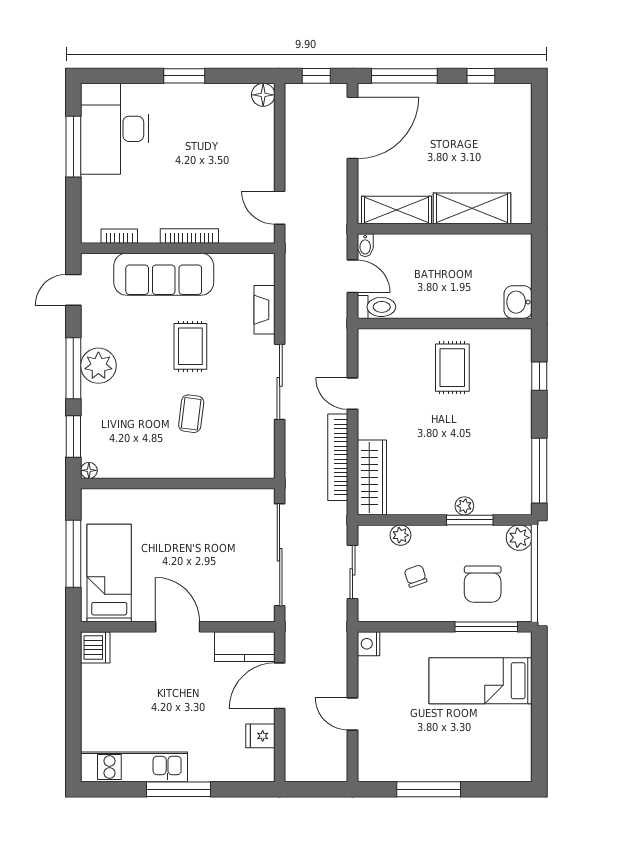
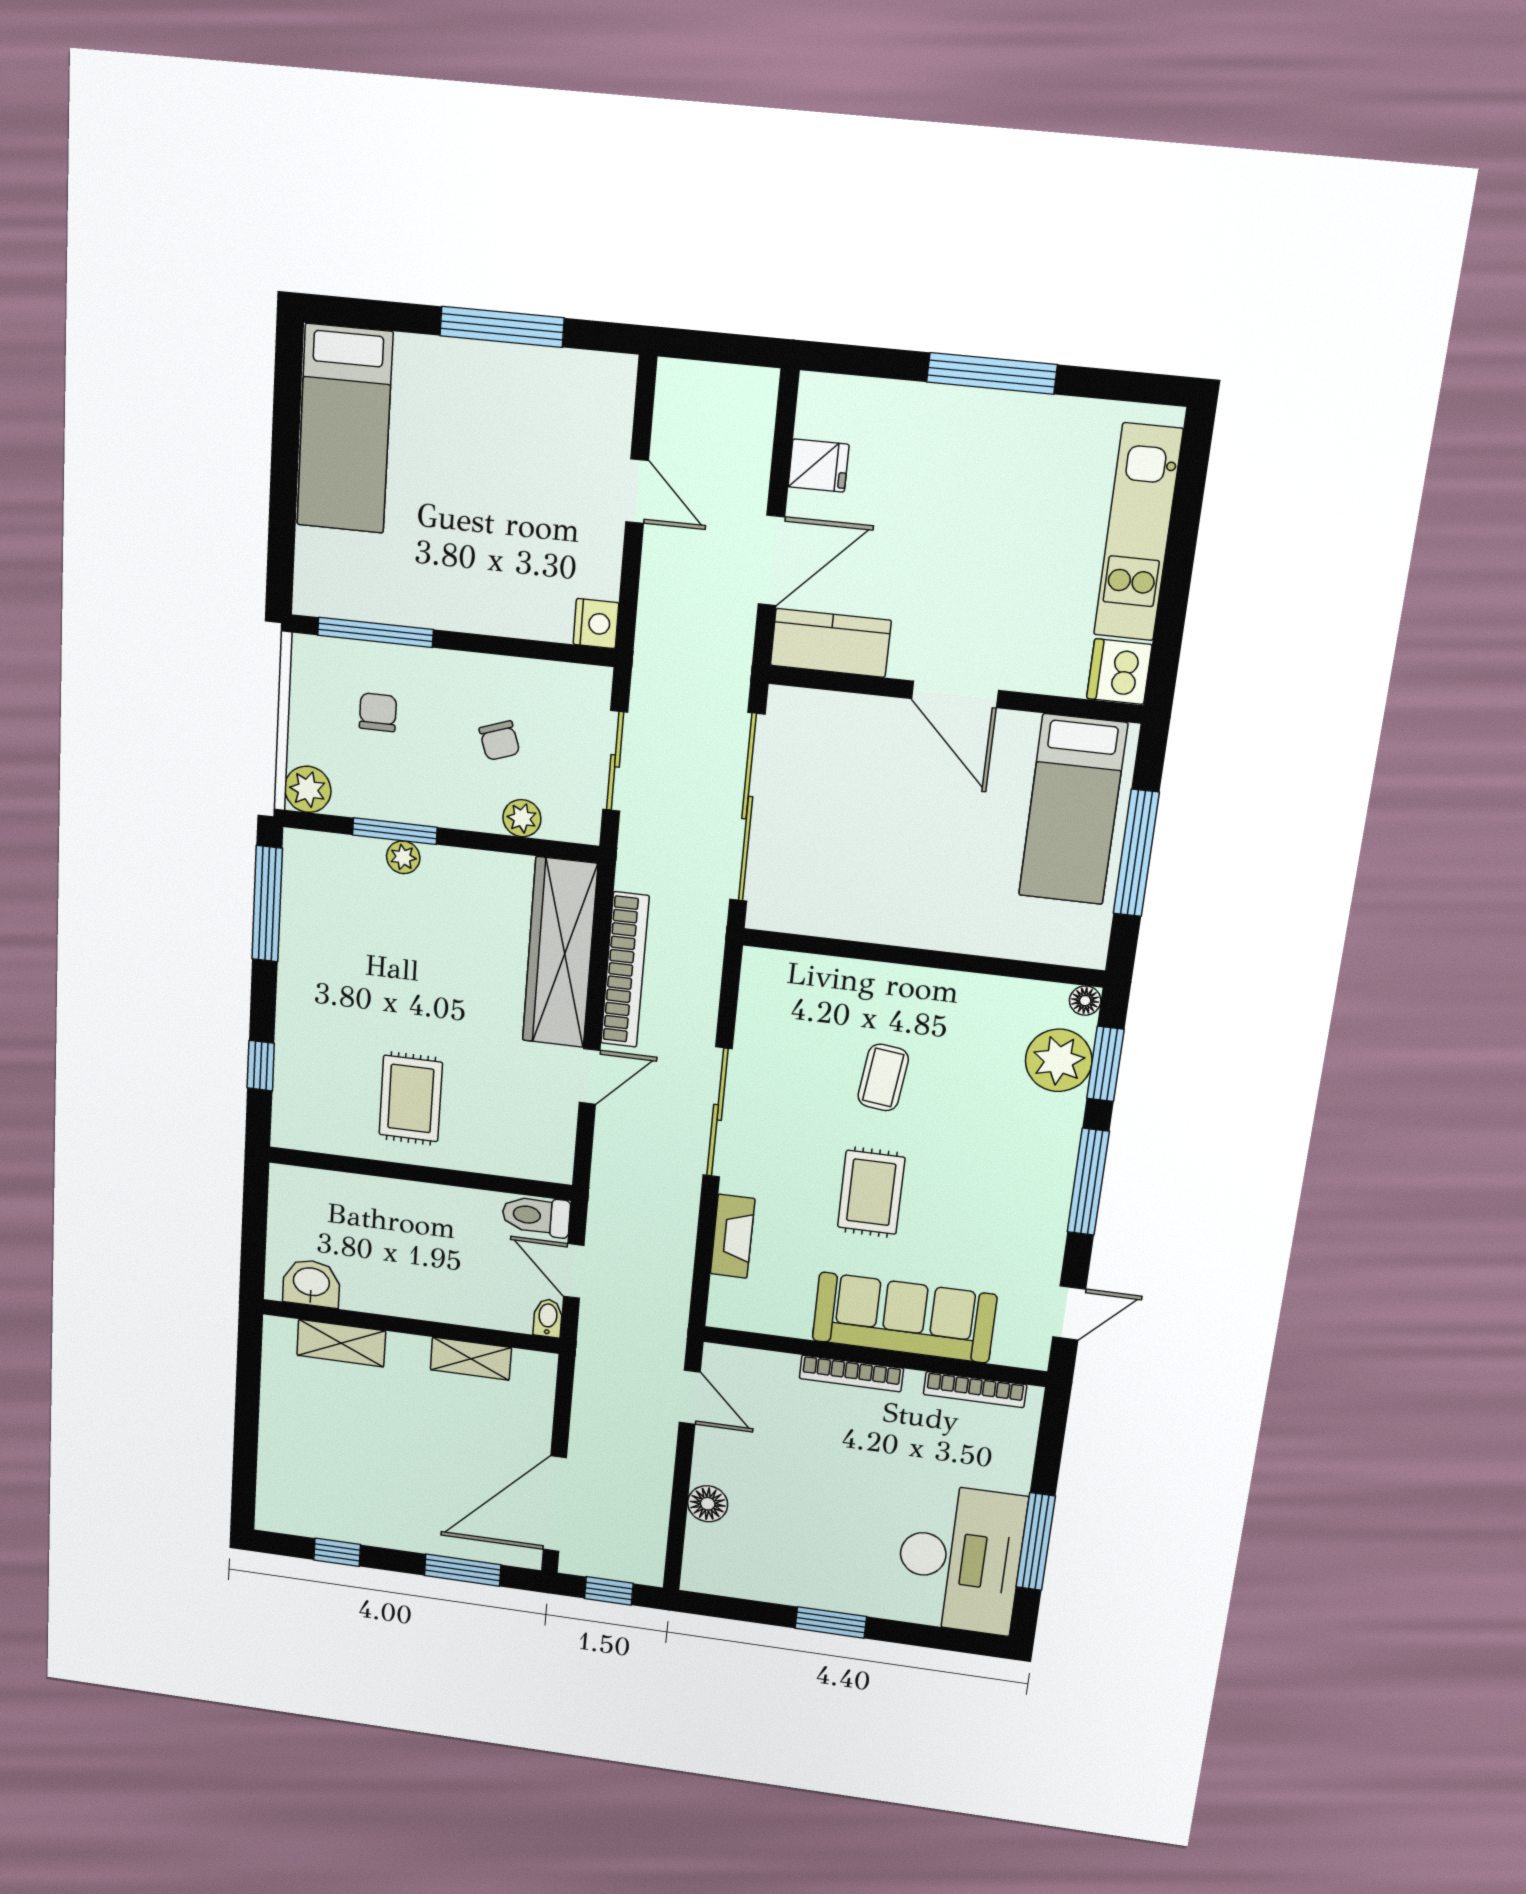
window: (404, 76) -> (463, 1570), width x0.69
floor lamp: (263, 95) -> (708, 1504), moved
shelving: (472, 208) -> (341, 1343), width x0.67, depth x0.75
shelving: (396, 210) -> (471, 1359), width x0.67, depth x0.75
bookcase: (119, 236) -> (975, 1390), width x1.56
washbasin: (518, 302) -> (311, 1283), moved, turned -90
plant: (98, 366) -> (1059, 1060), moved
door: (352, 394) -> (590, 1076), hinge flipped
wardrobe: (372, 478) -> (560, 953), width x1.40, depth x1.17
chair: (483, 584) -> (378, 712), width x0.54, depth x0.54
bed: (481, 681) -> (345, 429), moved, turned 90
kitchen unit: (134, 767) -> (1138, 533), moved, turned 90

